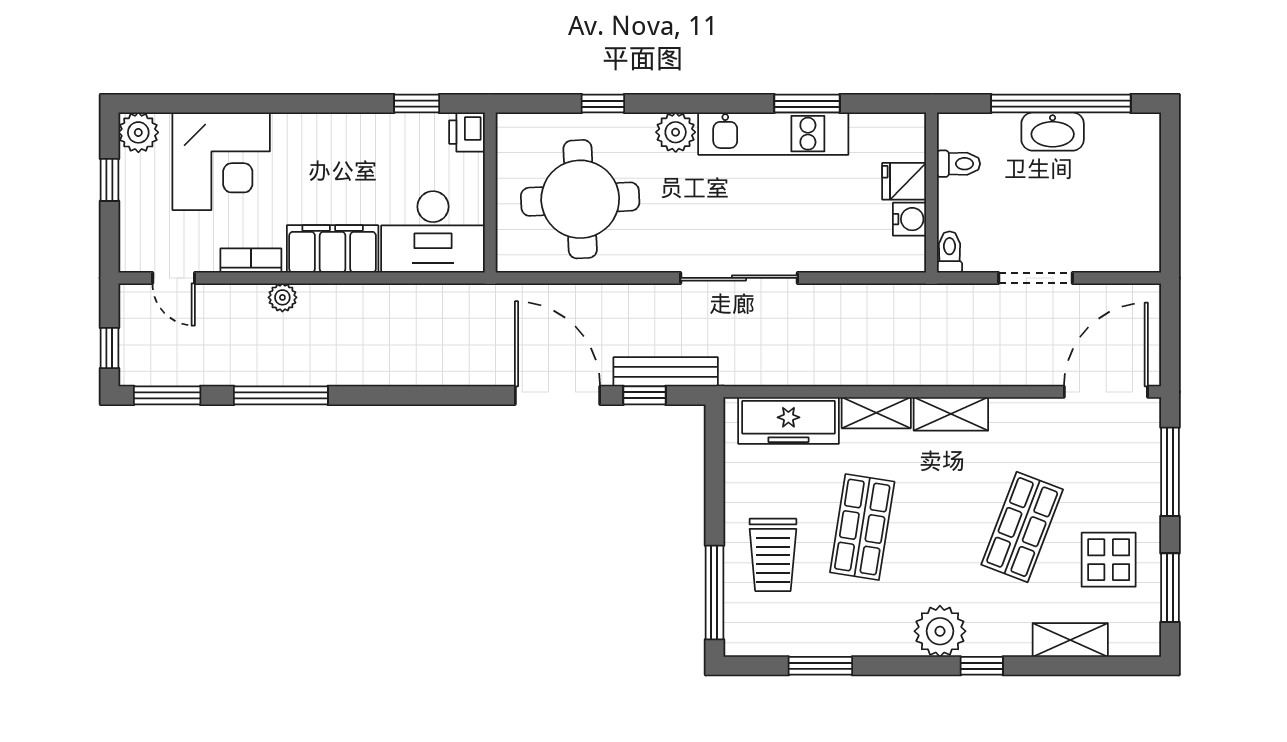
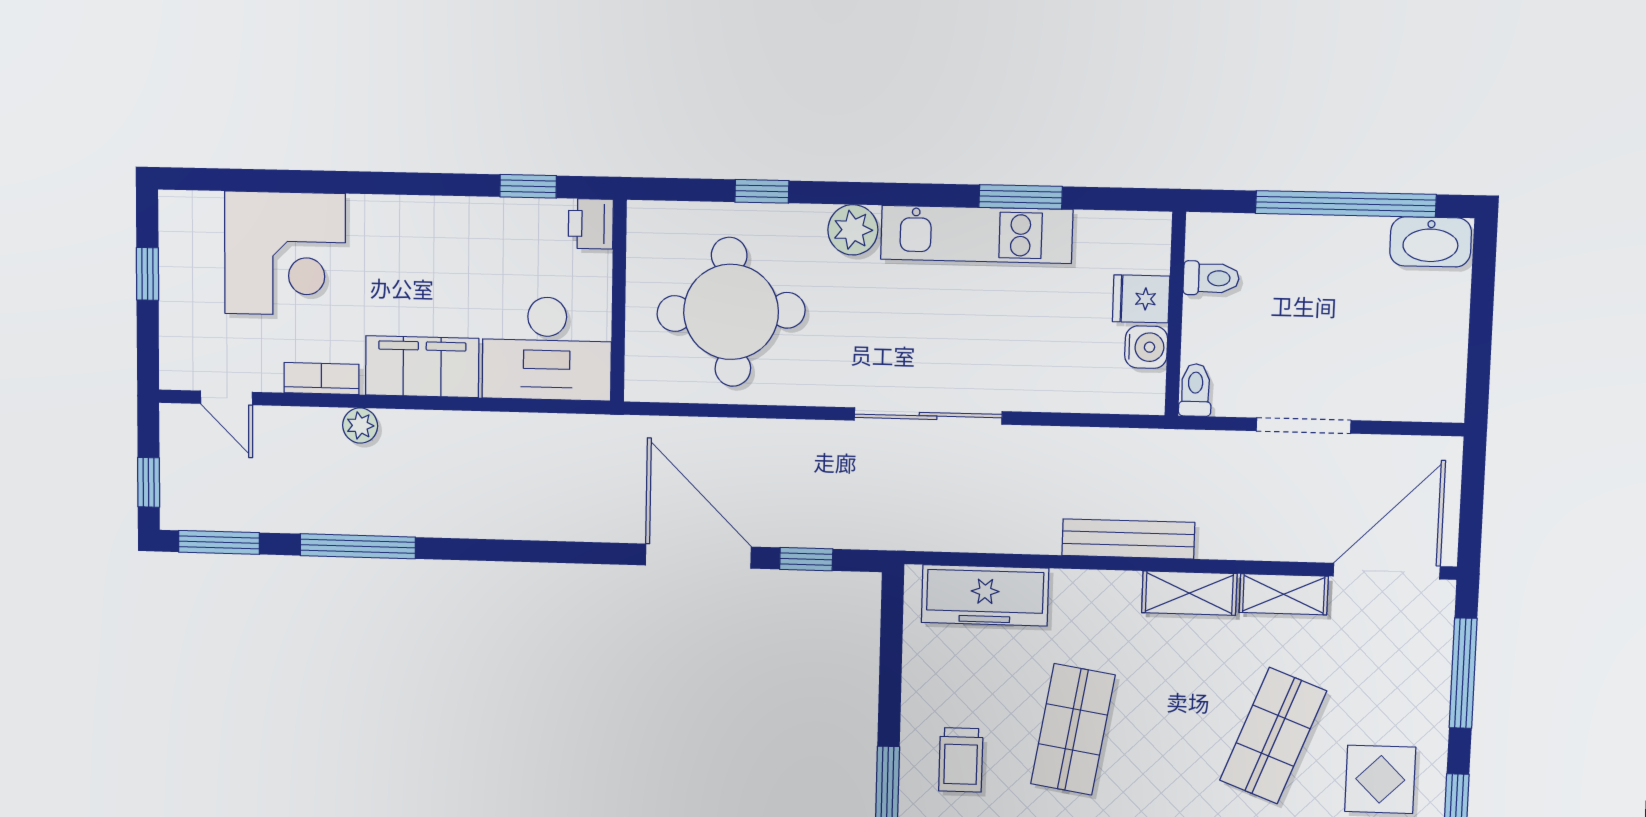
plant: (138, 132) -> (183, 215), removed
washbasin: (1053, 132) -> (1431, 242), moved
bench: (666, 372) -> (1128, 539), moved
shelving: (876, 413) -> (1284, 594), moved
trolley: (773, 555) -> (961, 760), width x0.73, depth x0.72

